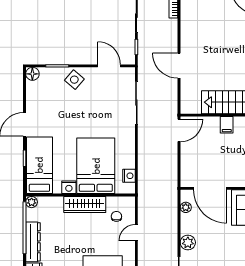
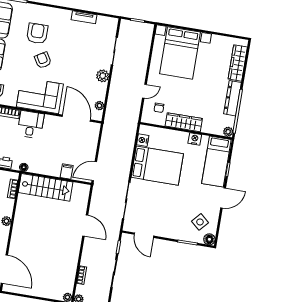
side table: (74, 80) -> (200, 222), moved
filing cabinet: (227, 125) -> (67, 171), moved
bed: (96, 166) -> (157, 166), moved, turned -90

